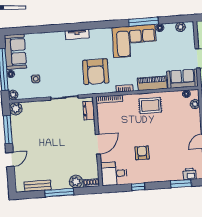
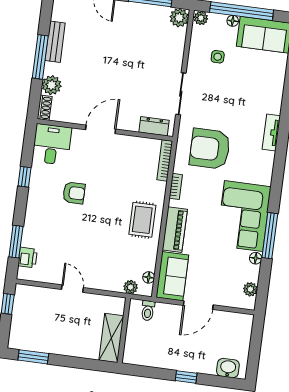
door: (98, 144) -> (101, 129), swing flipped
bench: (38, 186) -> (55, 42), moved

